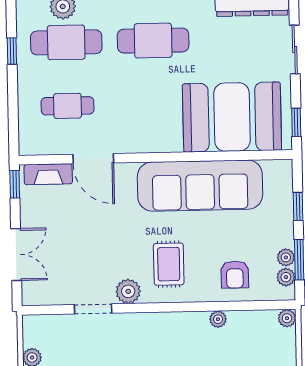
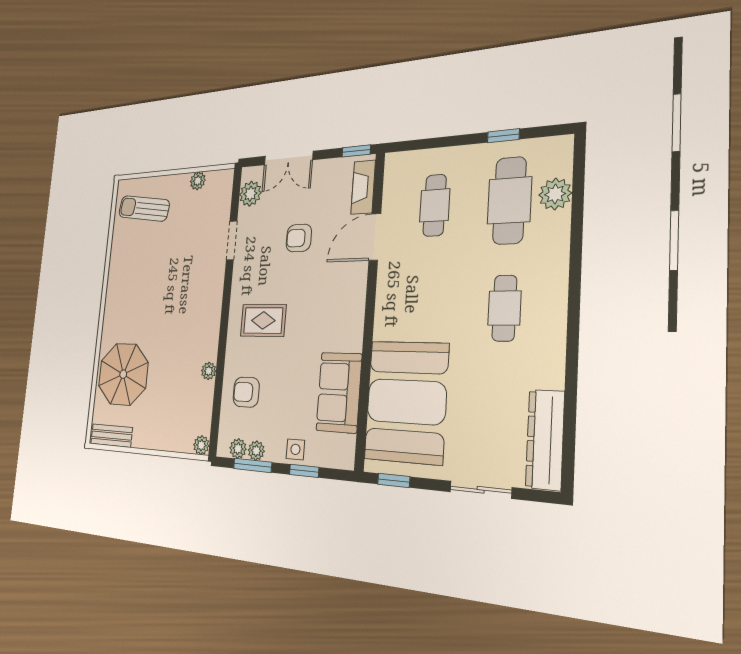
cafe table: (153, 41) -> (504, 308), width x0.73, depth x0.74
sofa: (200, 186) -> (339, 392), width x0.54, depth x0.79
side table: (281, 217) -> (295, 449), added
armchair: (92, 235) -> (299, 238), added
plant: (128, 291) -> (250, 194), moved

